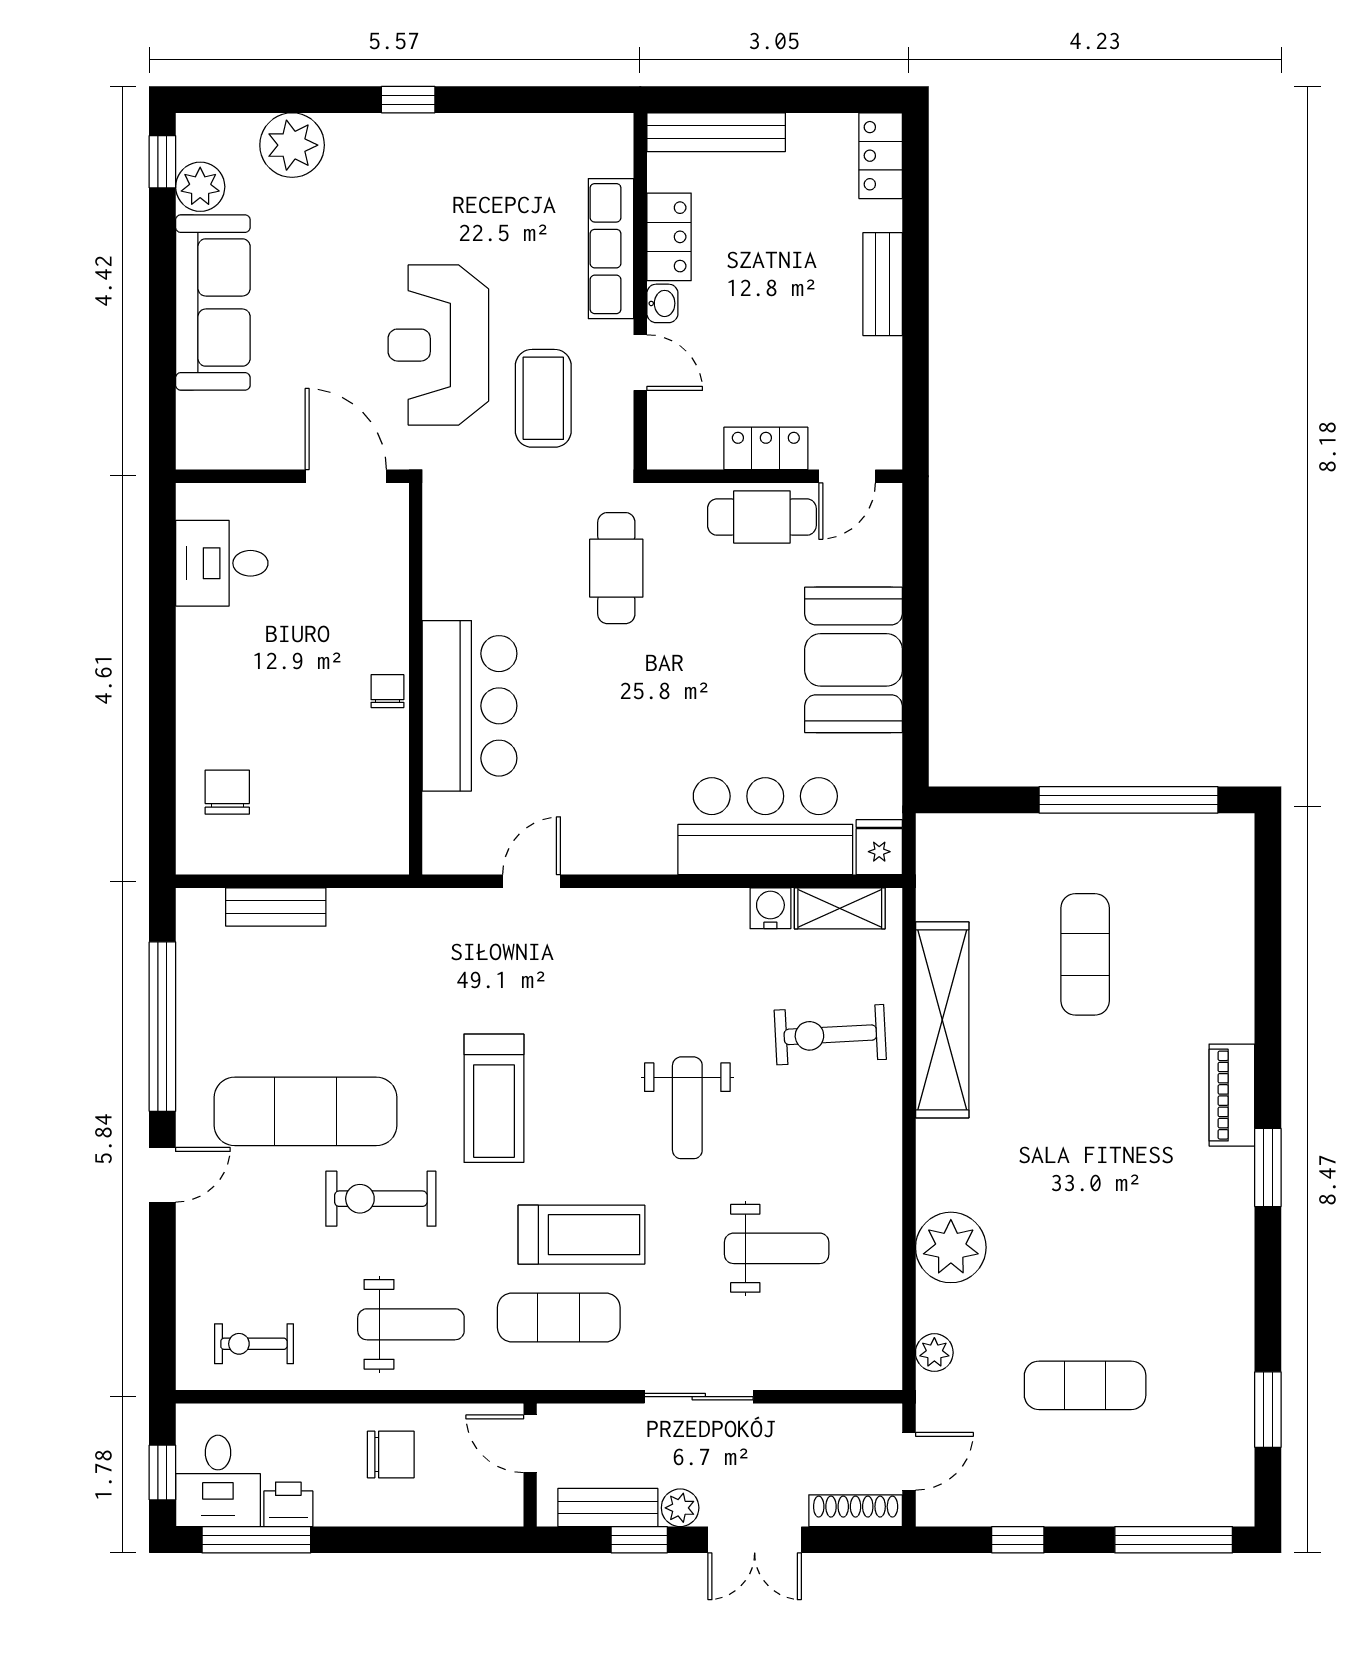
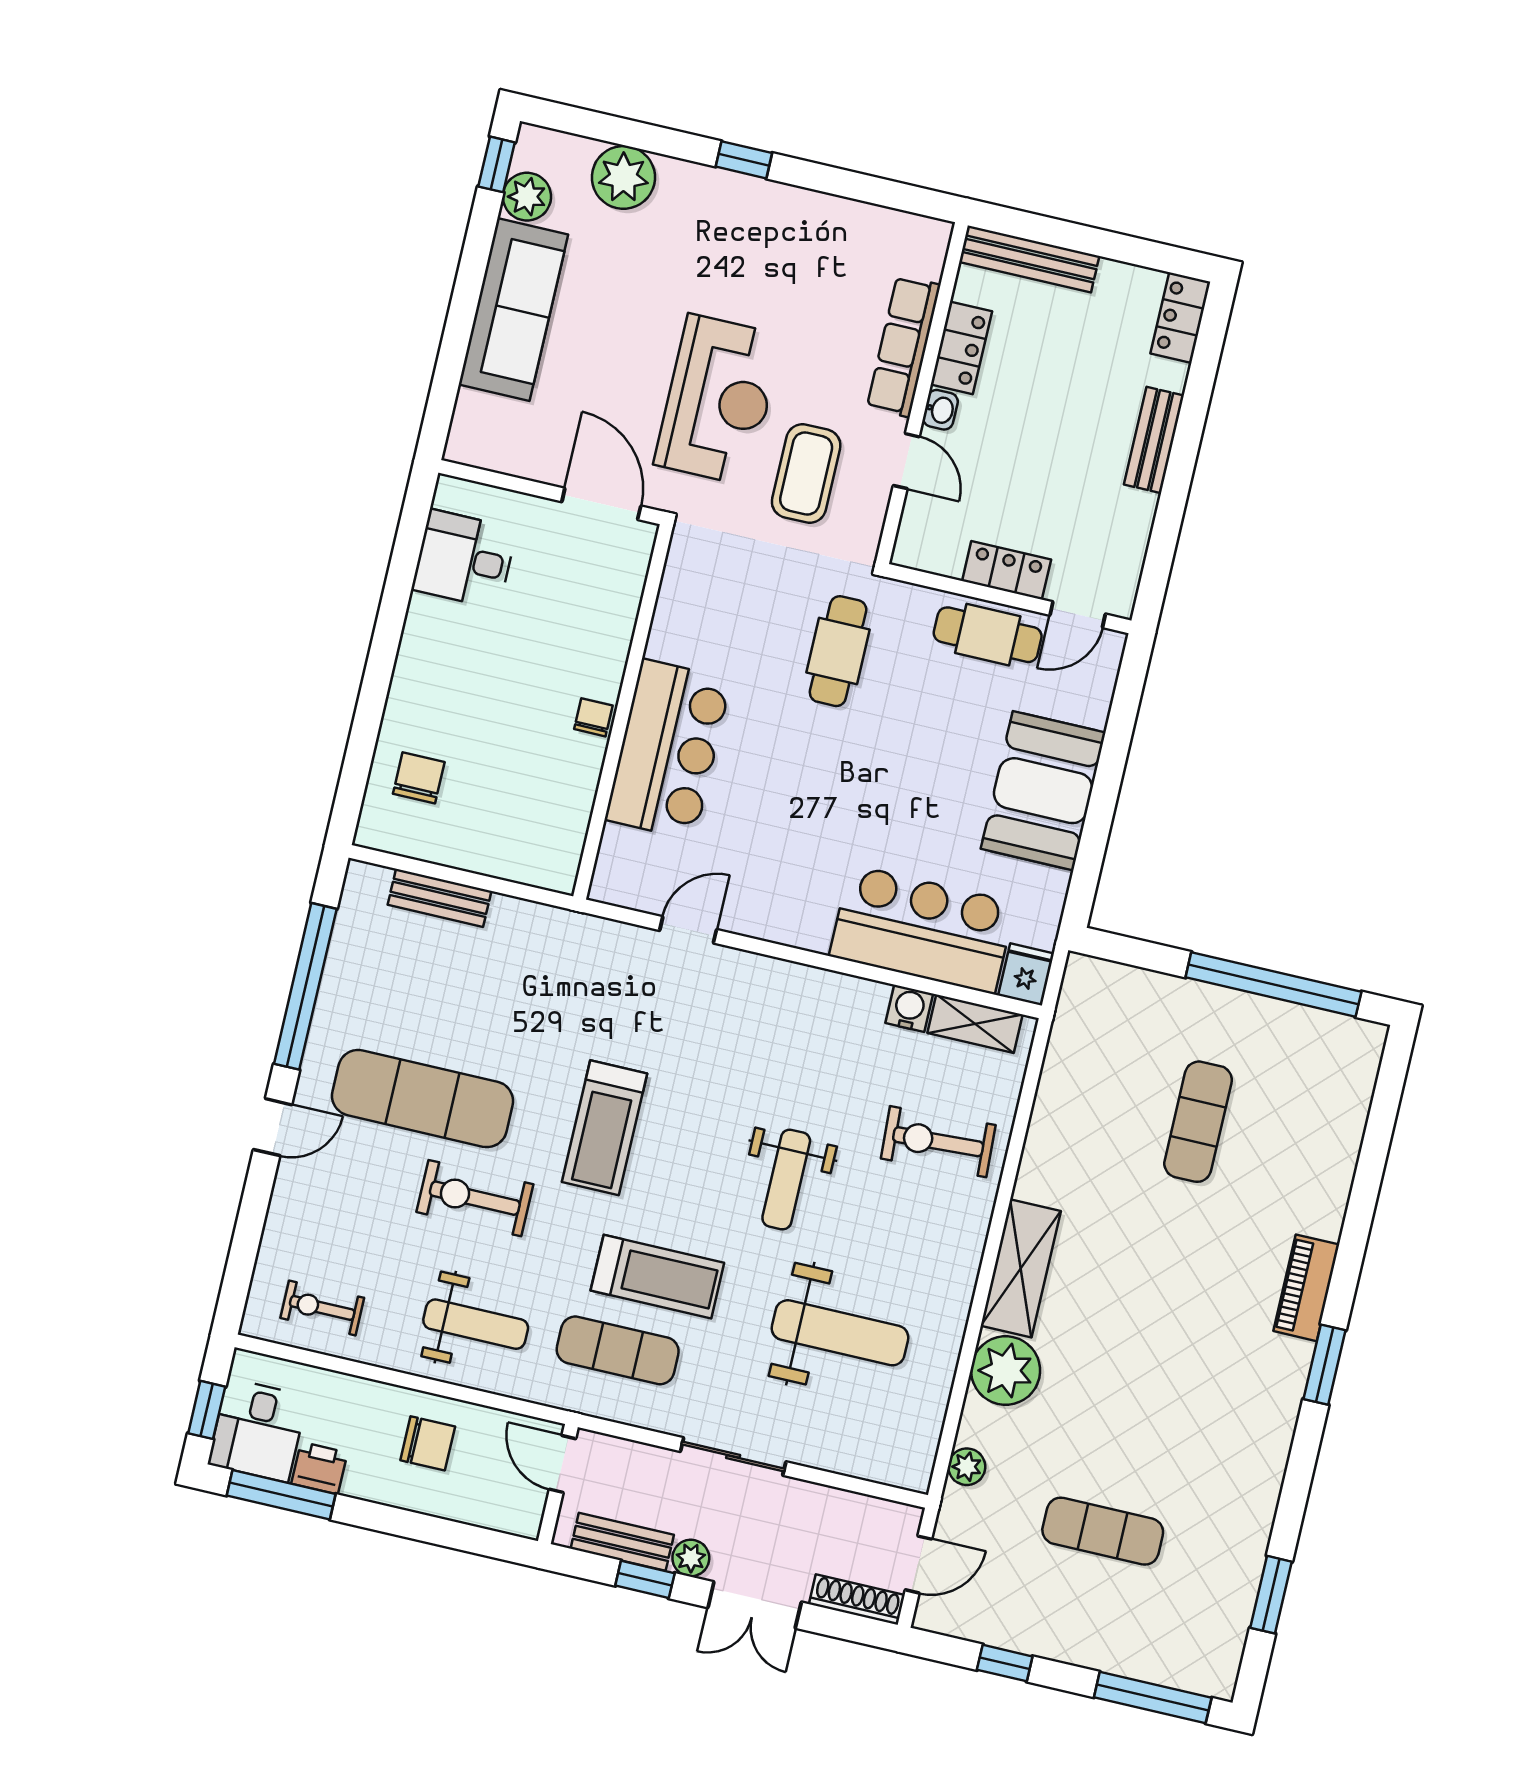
reception desk: (438, 345) -> (718, 400), turned 180
shelving: (942, 1020) -> (1021, 1268), moved, width x0.68
weight bench: (777, 1248) -> (840, 1333), width x1.36, depth x1.33

